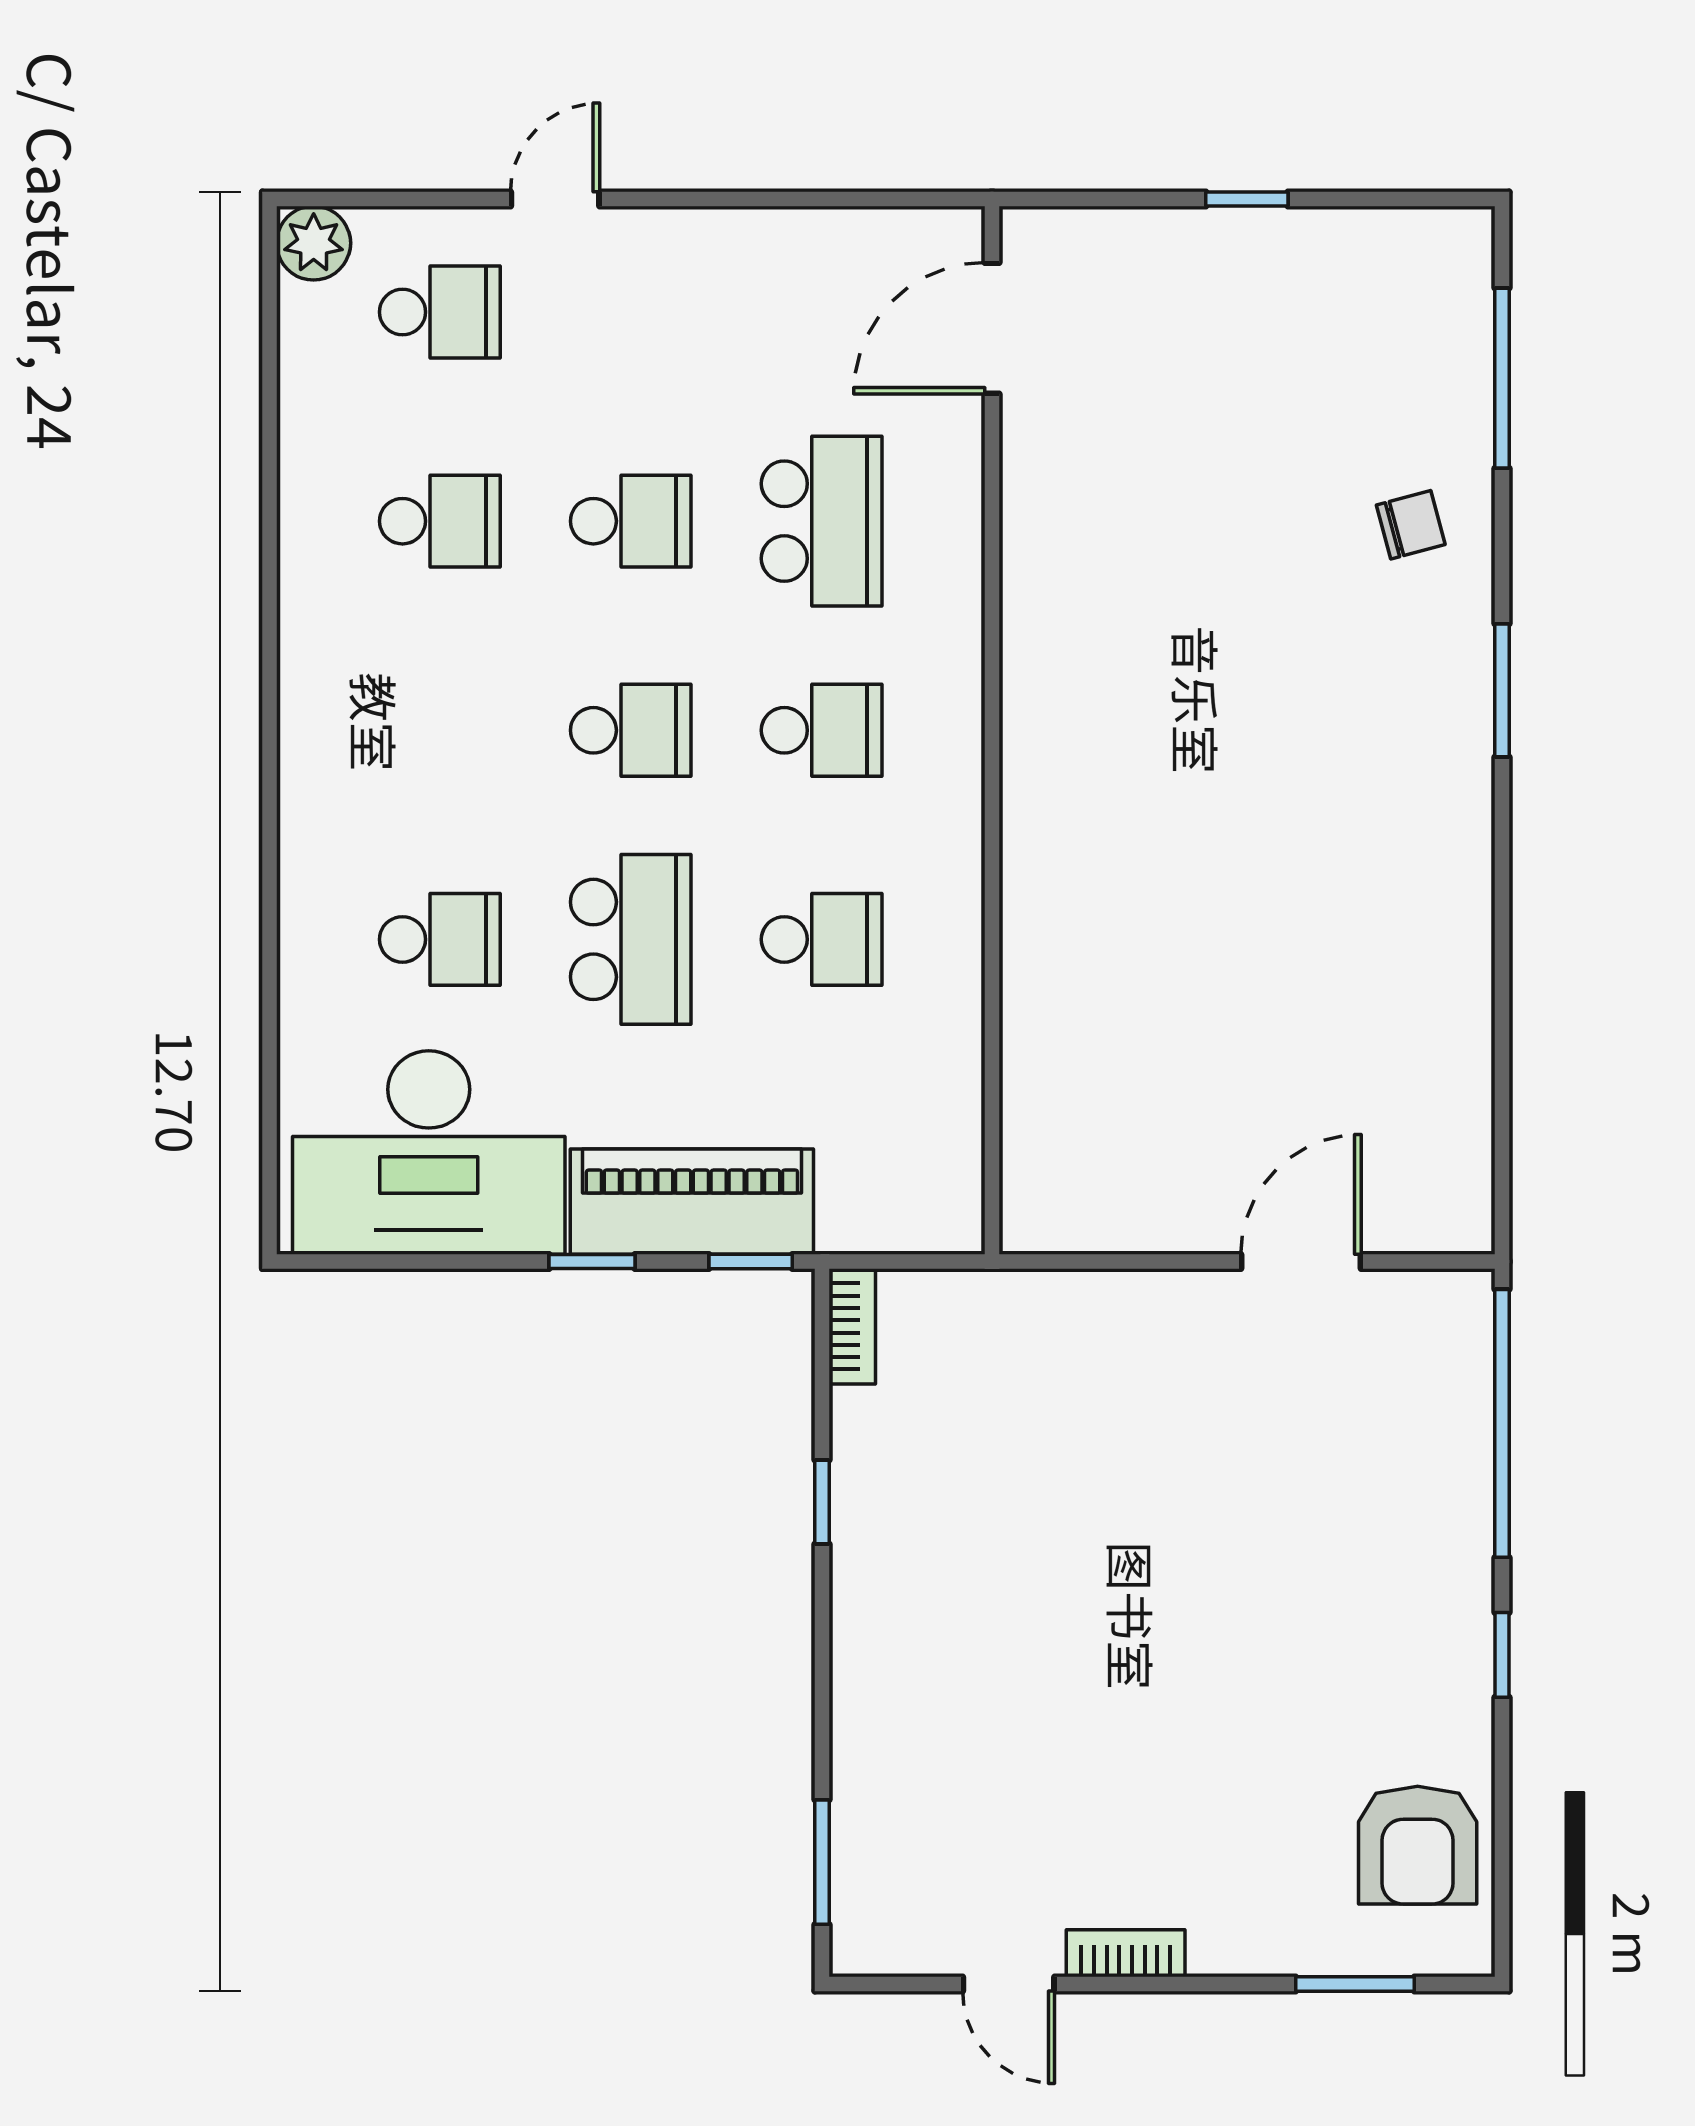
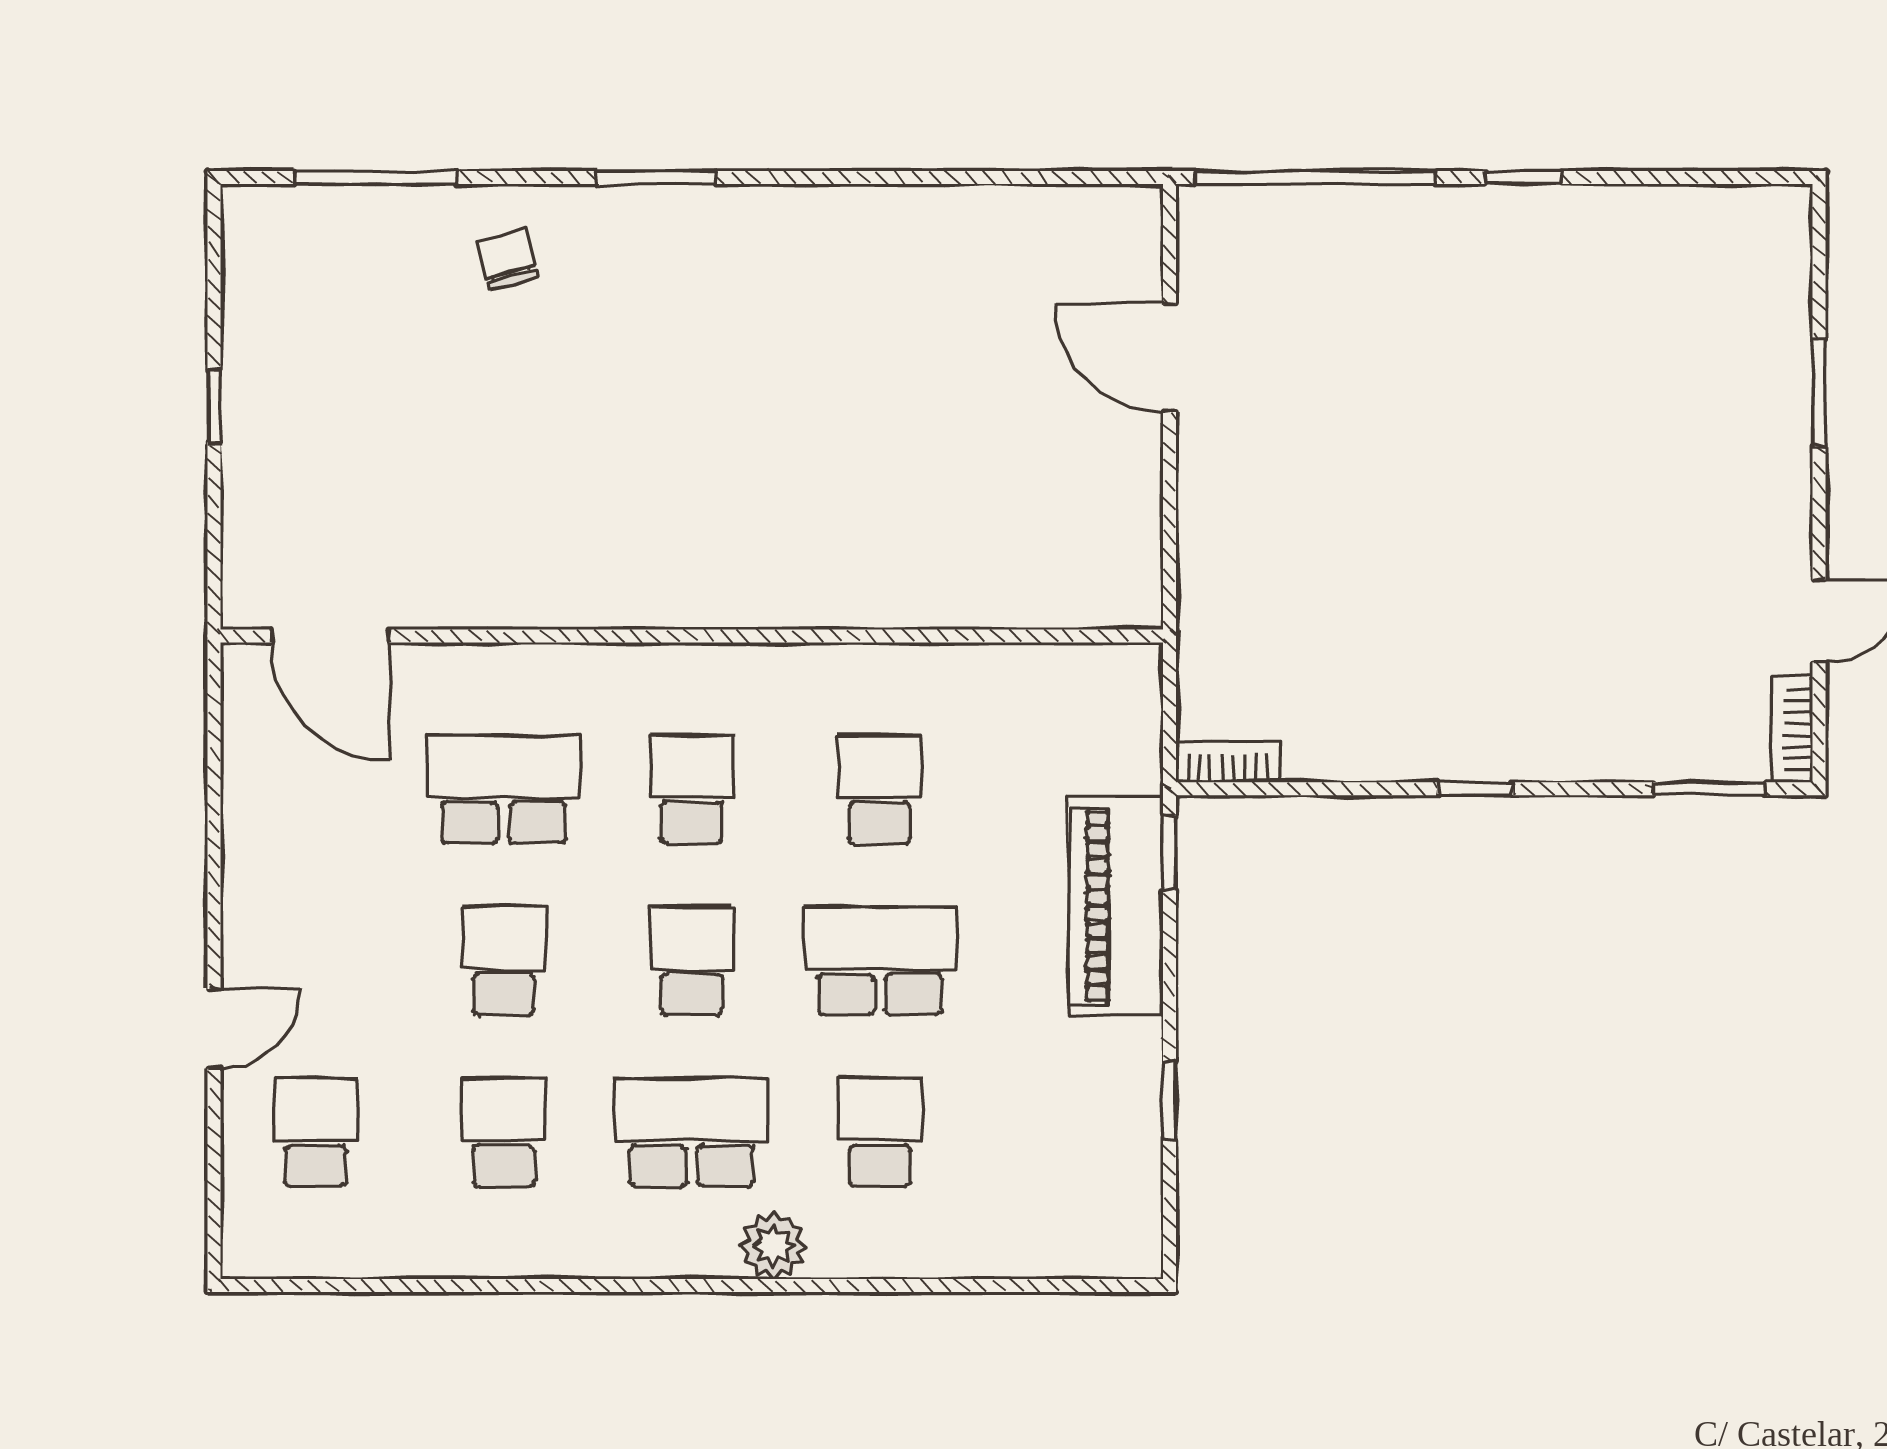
door: (555, 199) -> (214, 1029), swing flipped
plant: (314, 243) -> (774, 1246), moved
school desk: (440, 730) -> (692, 1132), added
desk: (429, 1153) -> (1071, 1142), removed
window: (592, 1262) -> (1169, 1101), moved
window: (822, 1502) -> (1475, 789), moved
armchair: (1418, 1845) -> (1694, 253), removed
bookcase: (1126, 1953) -> (1791, 729), moved
window: (1355, 1984) -> (1819, 393), moved

